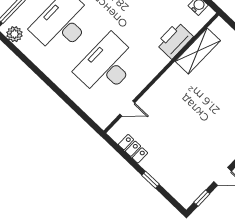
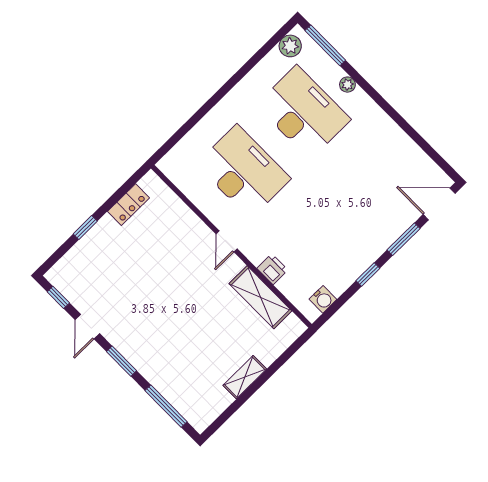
printer: (175, 40) -> (272, 269), width x0.53, depth x0.68
door: (127, 109) -> (227, 241), moved

